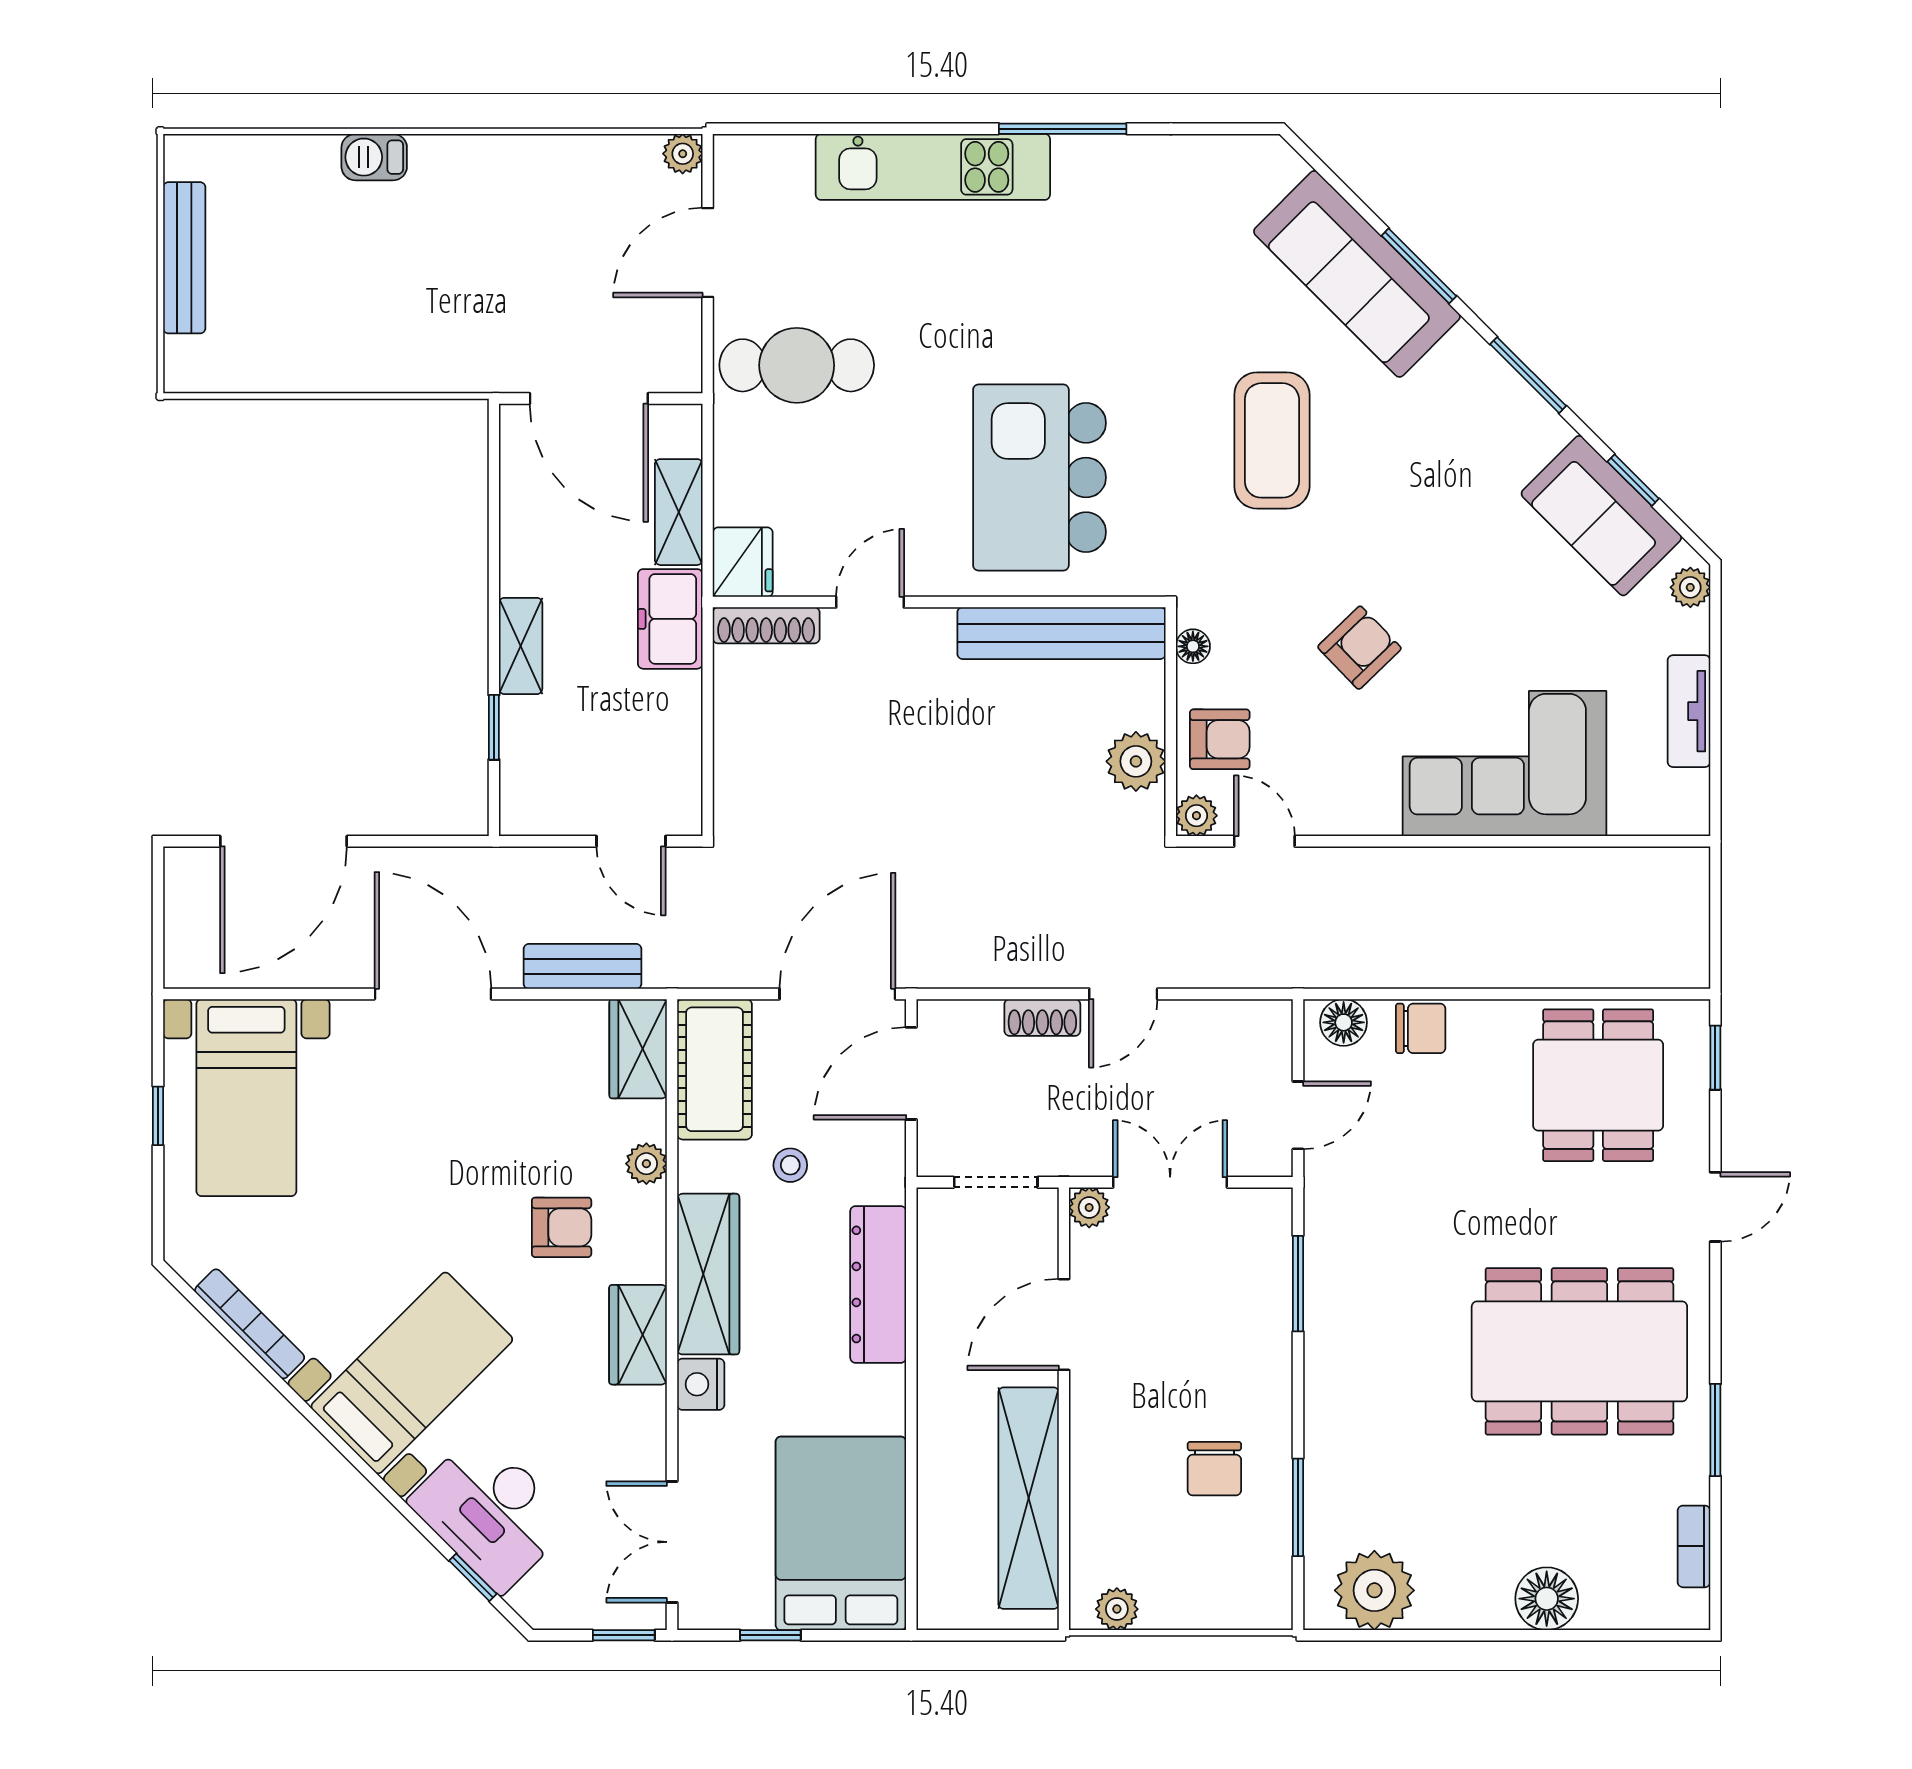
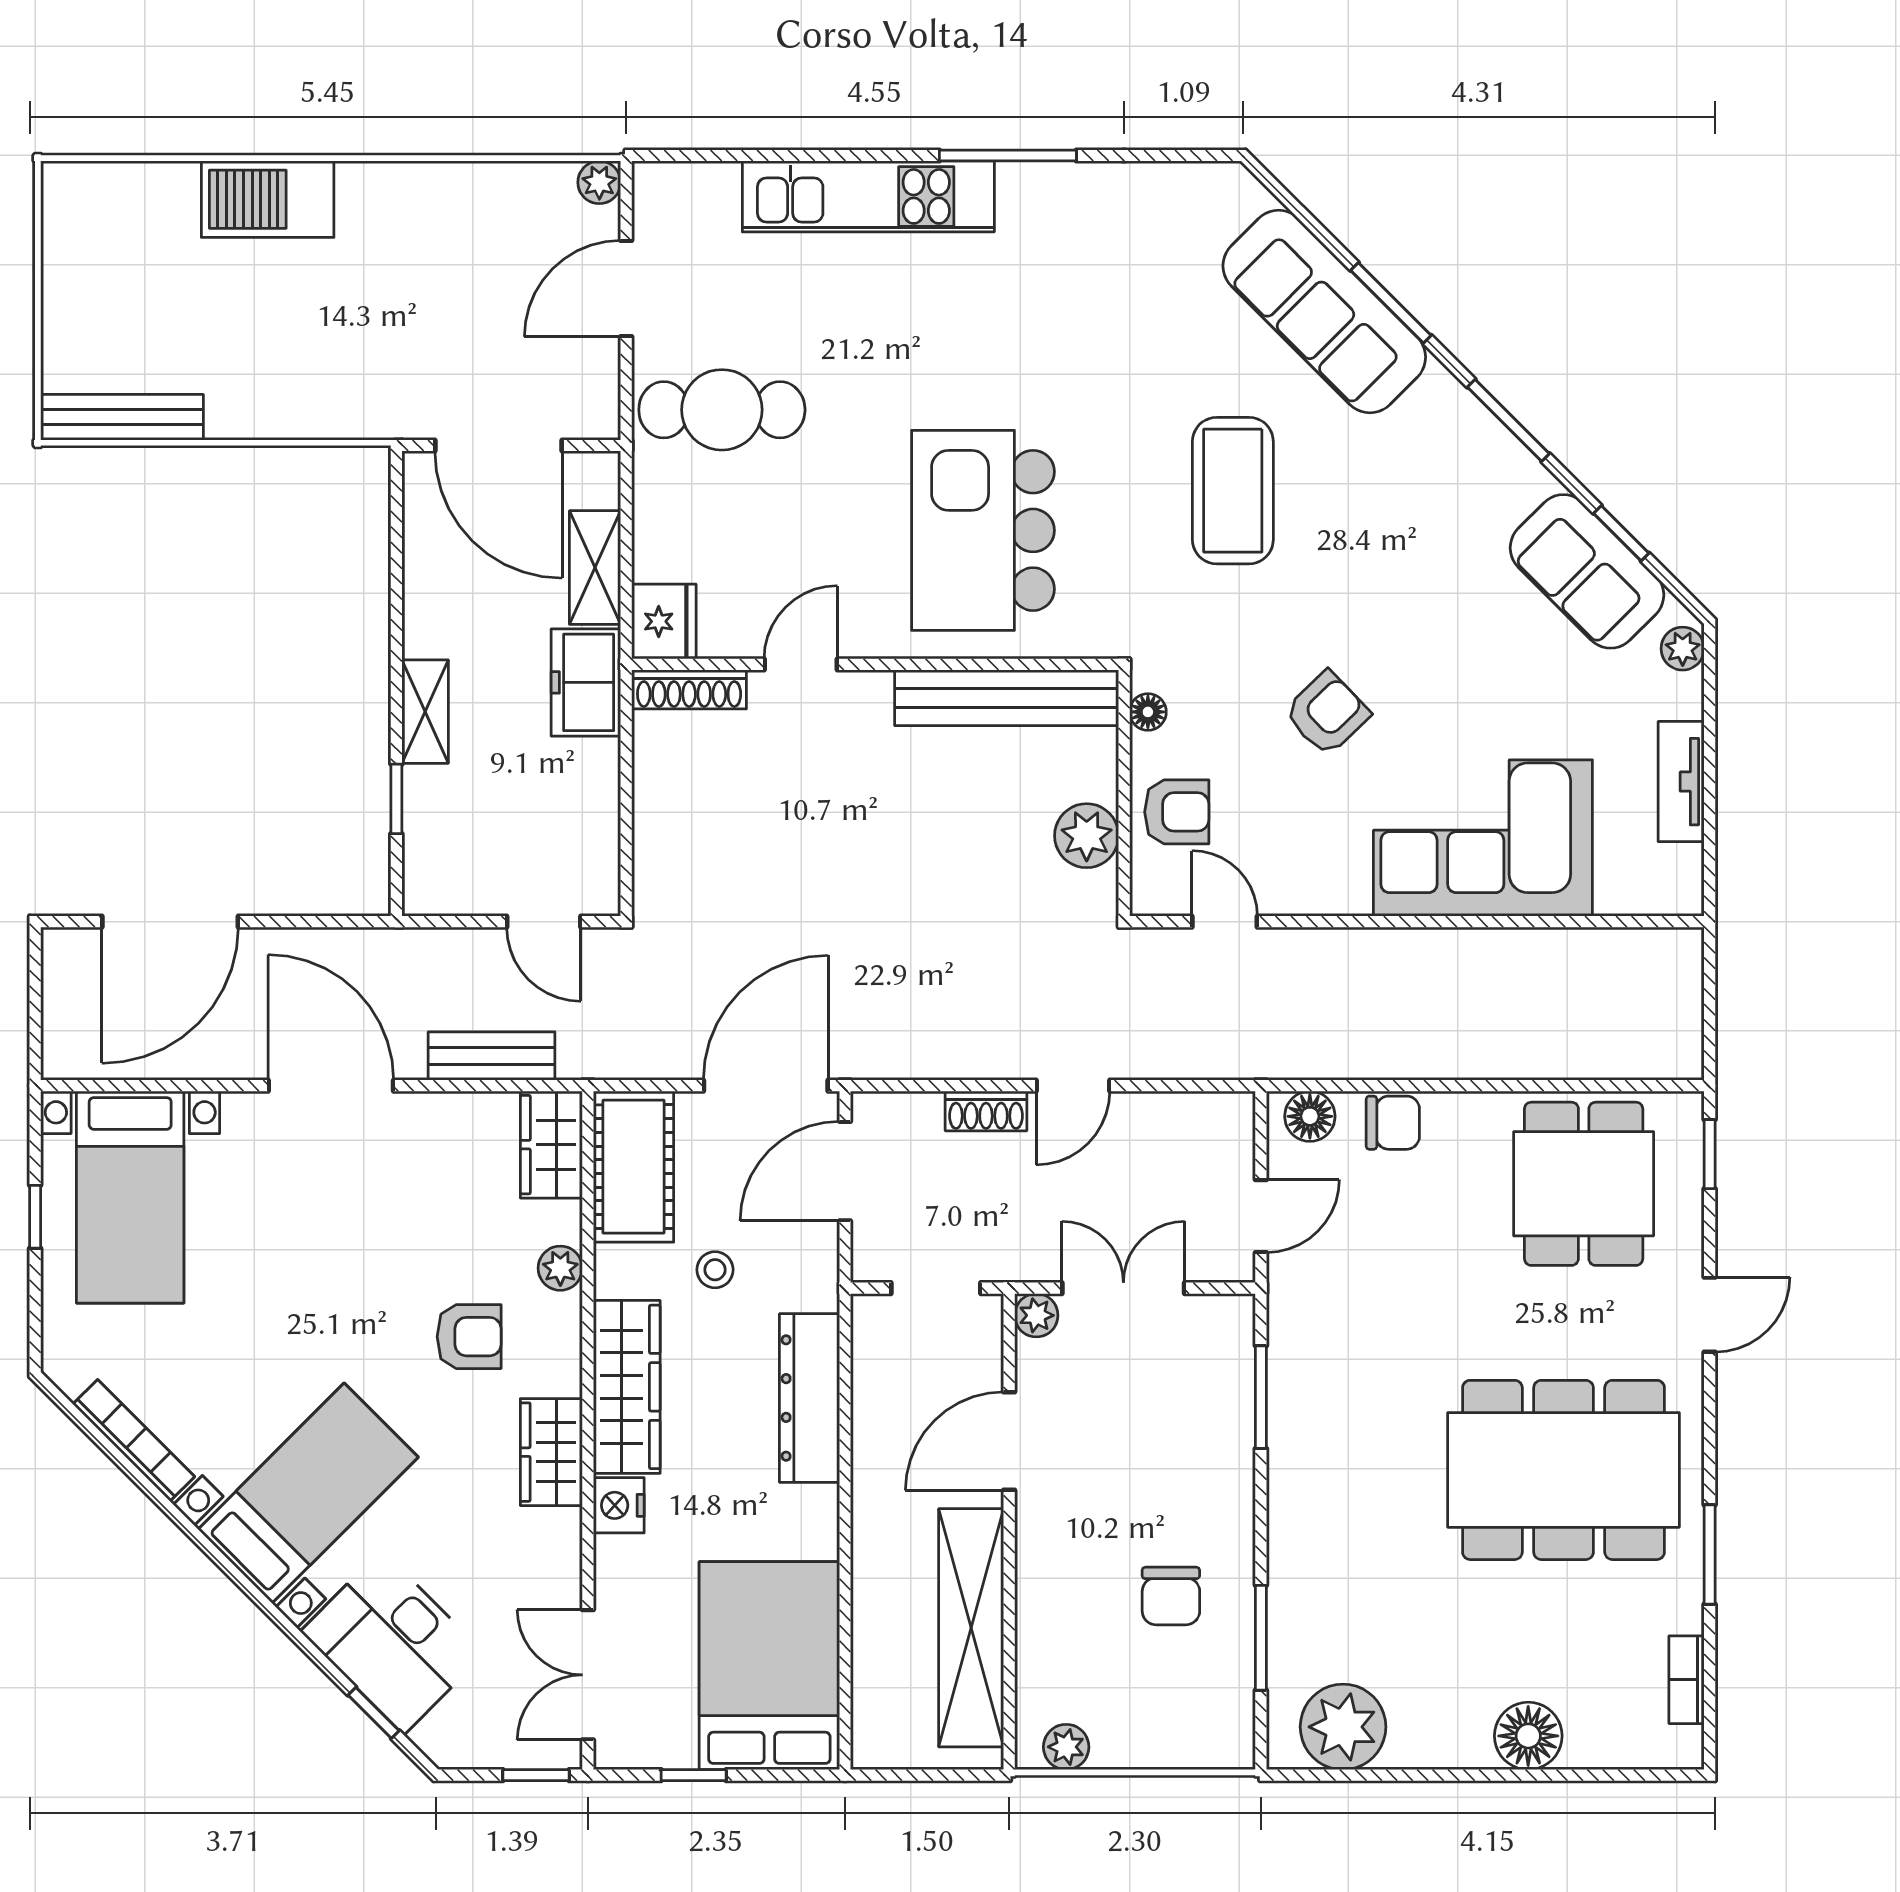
barbecue: (374, 157) -> (268, 199), width x1.88, depth x1.53
bench: (184, 258) -> (122, 417), moved, turned 90
plant: (1196, 816) -> (1152, 894), removed

